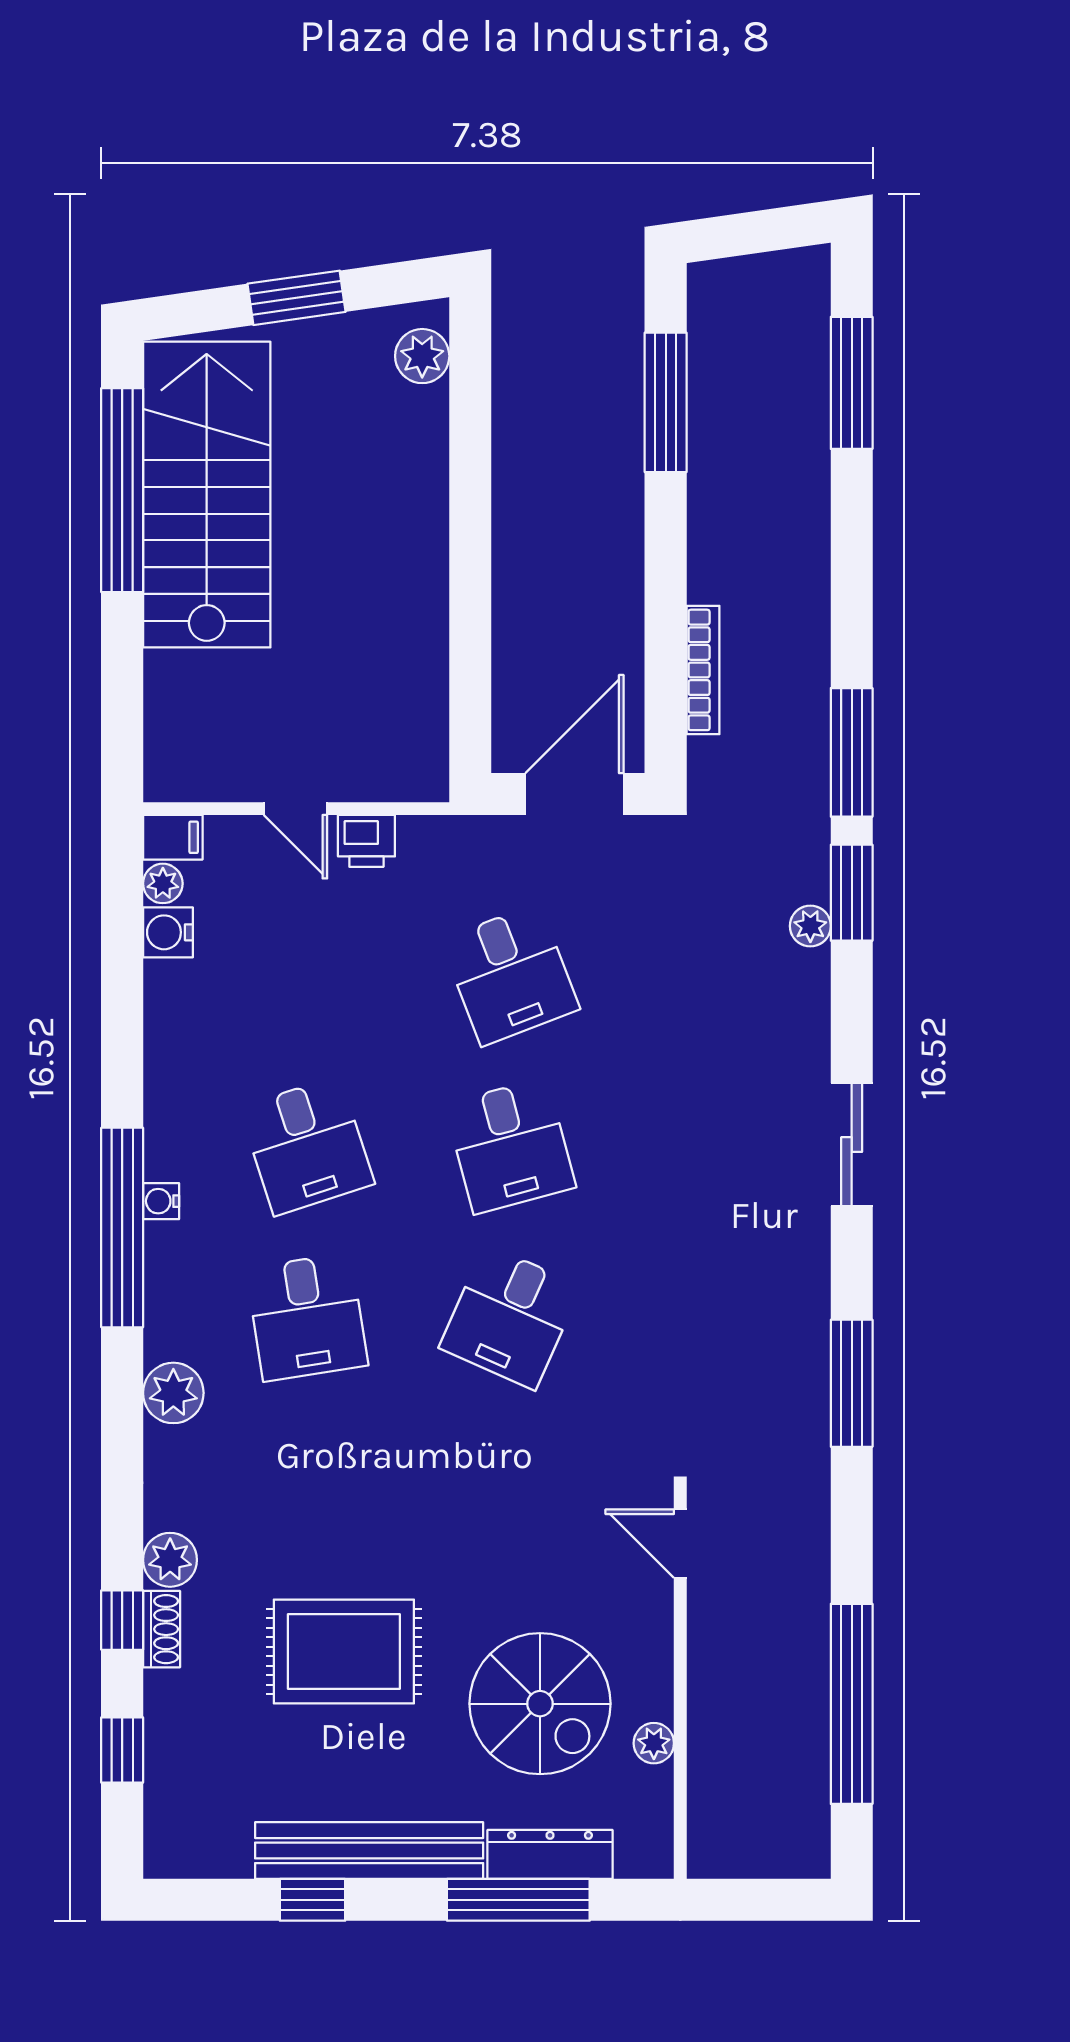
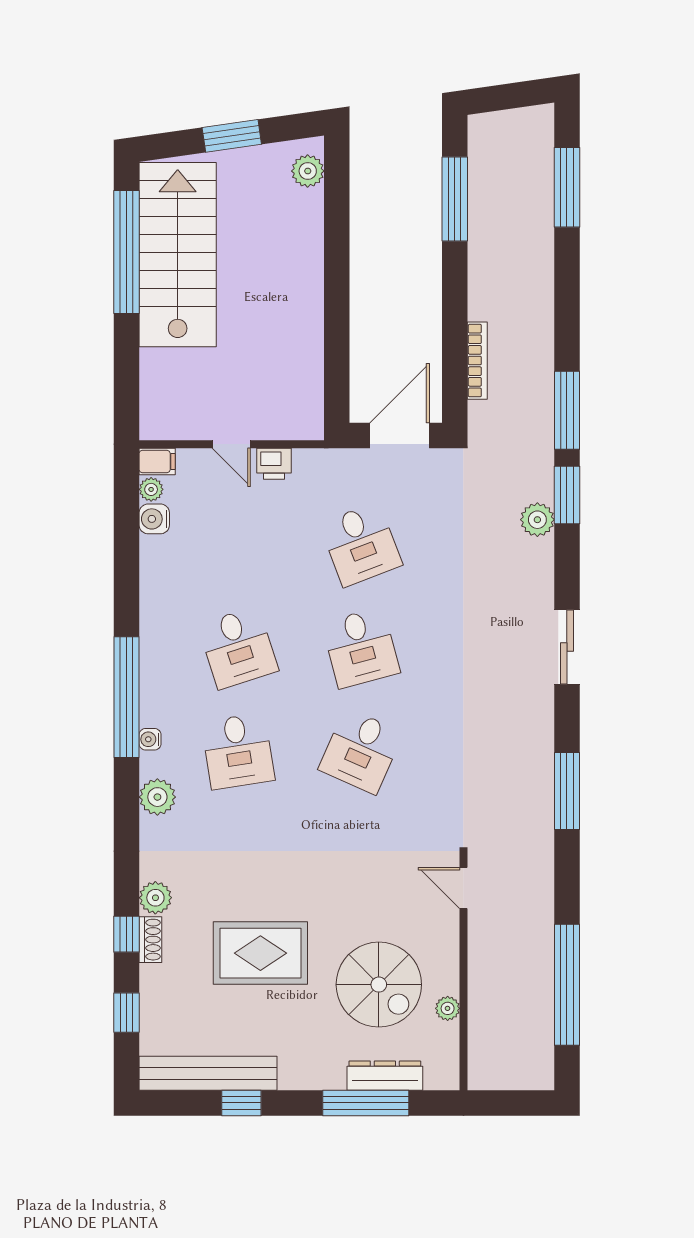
plant: (810, 926) -> (537, 520), width x1.38, depth x1.38
water cooler: (161, 1201) -> (150, 739), moved
bench: (369, 1851) -> (208, 1073), moved

